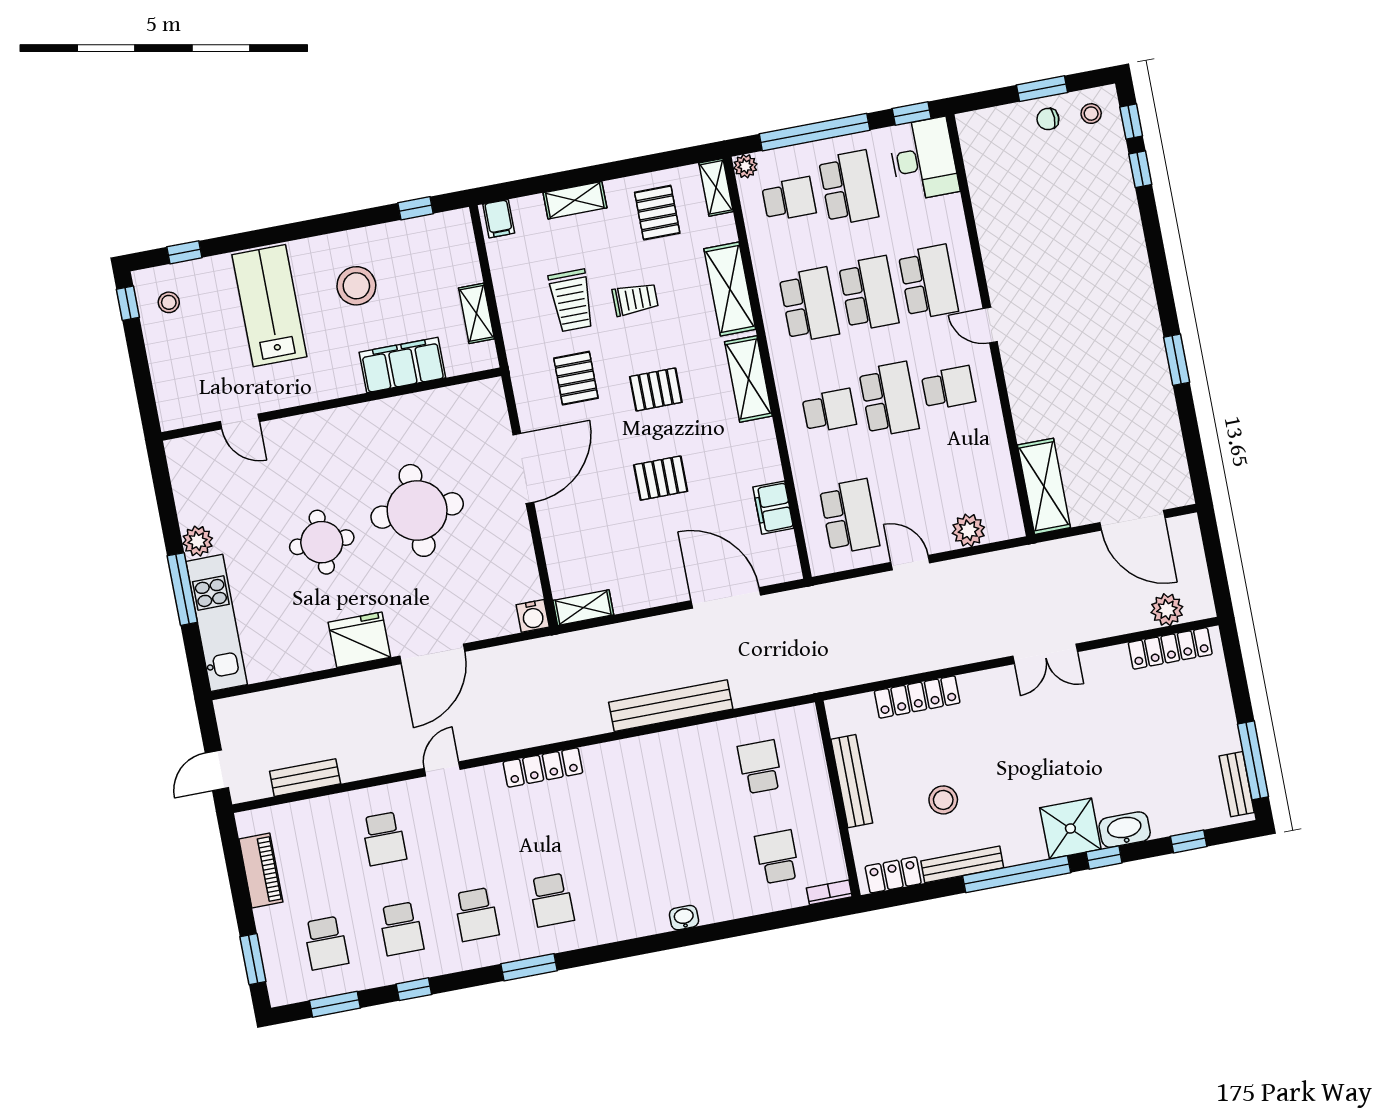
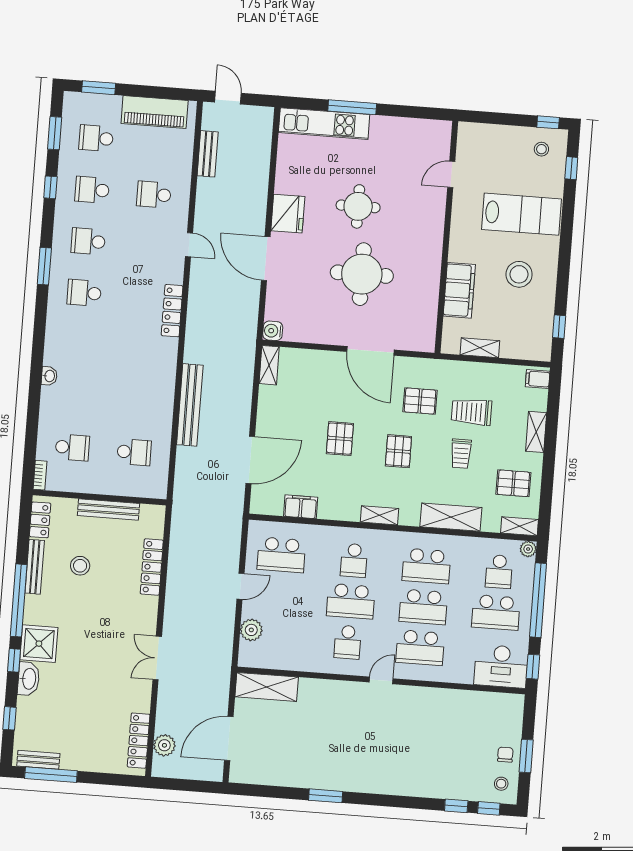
shelving: (748, 379) -> (379, 515), width x0.67, depth x0.75
plant: (198, 541) -> (381, 126), removed
piano: (261, 871) -> (155, 112), width x1.37, depth x1.33

